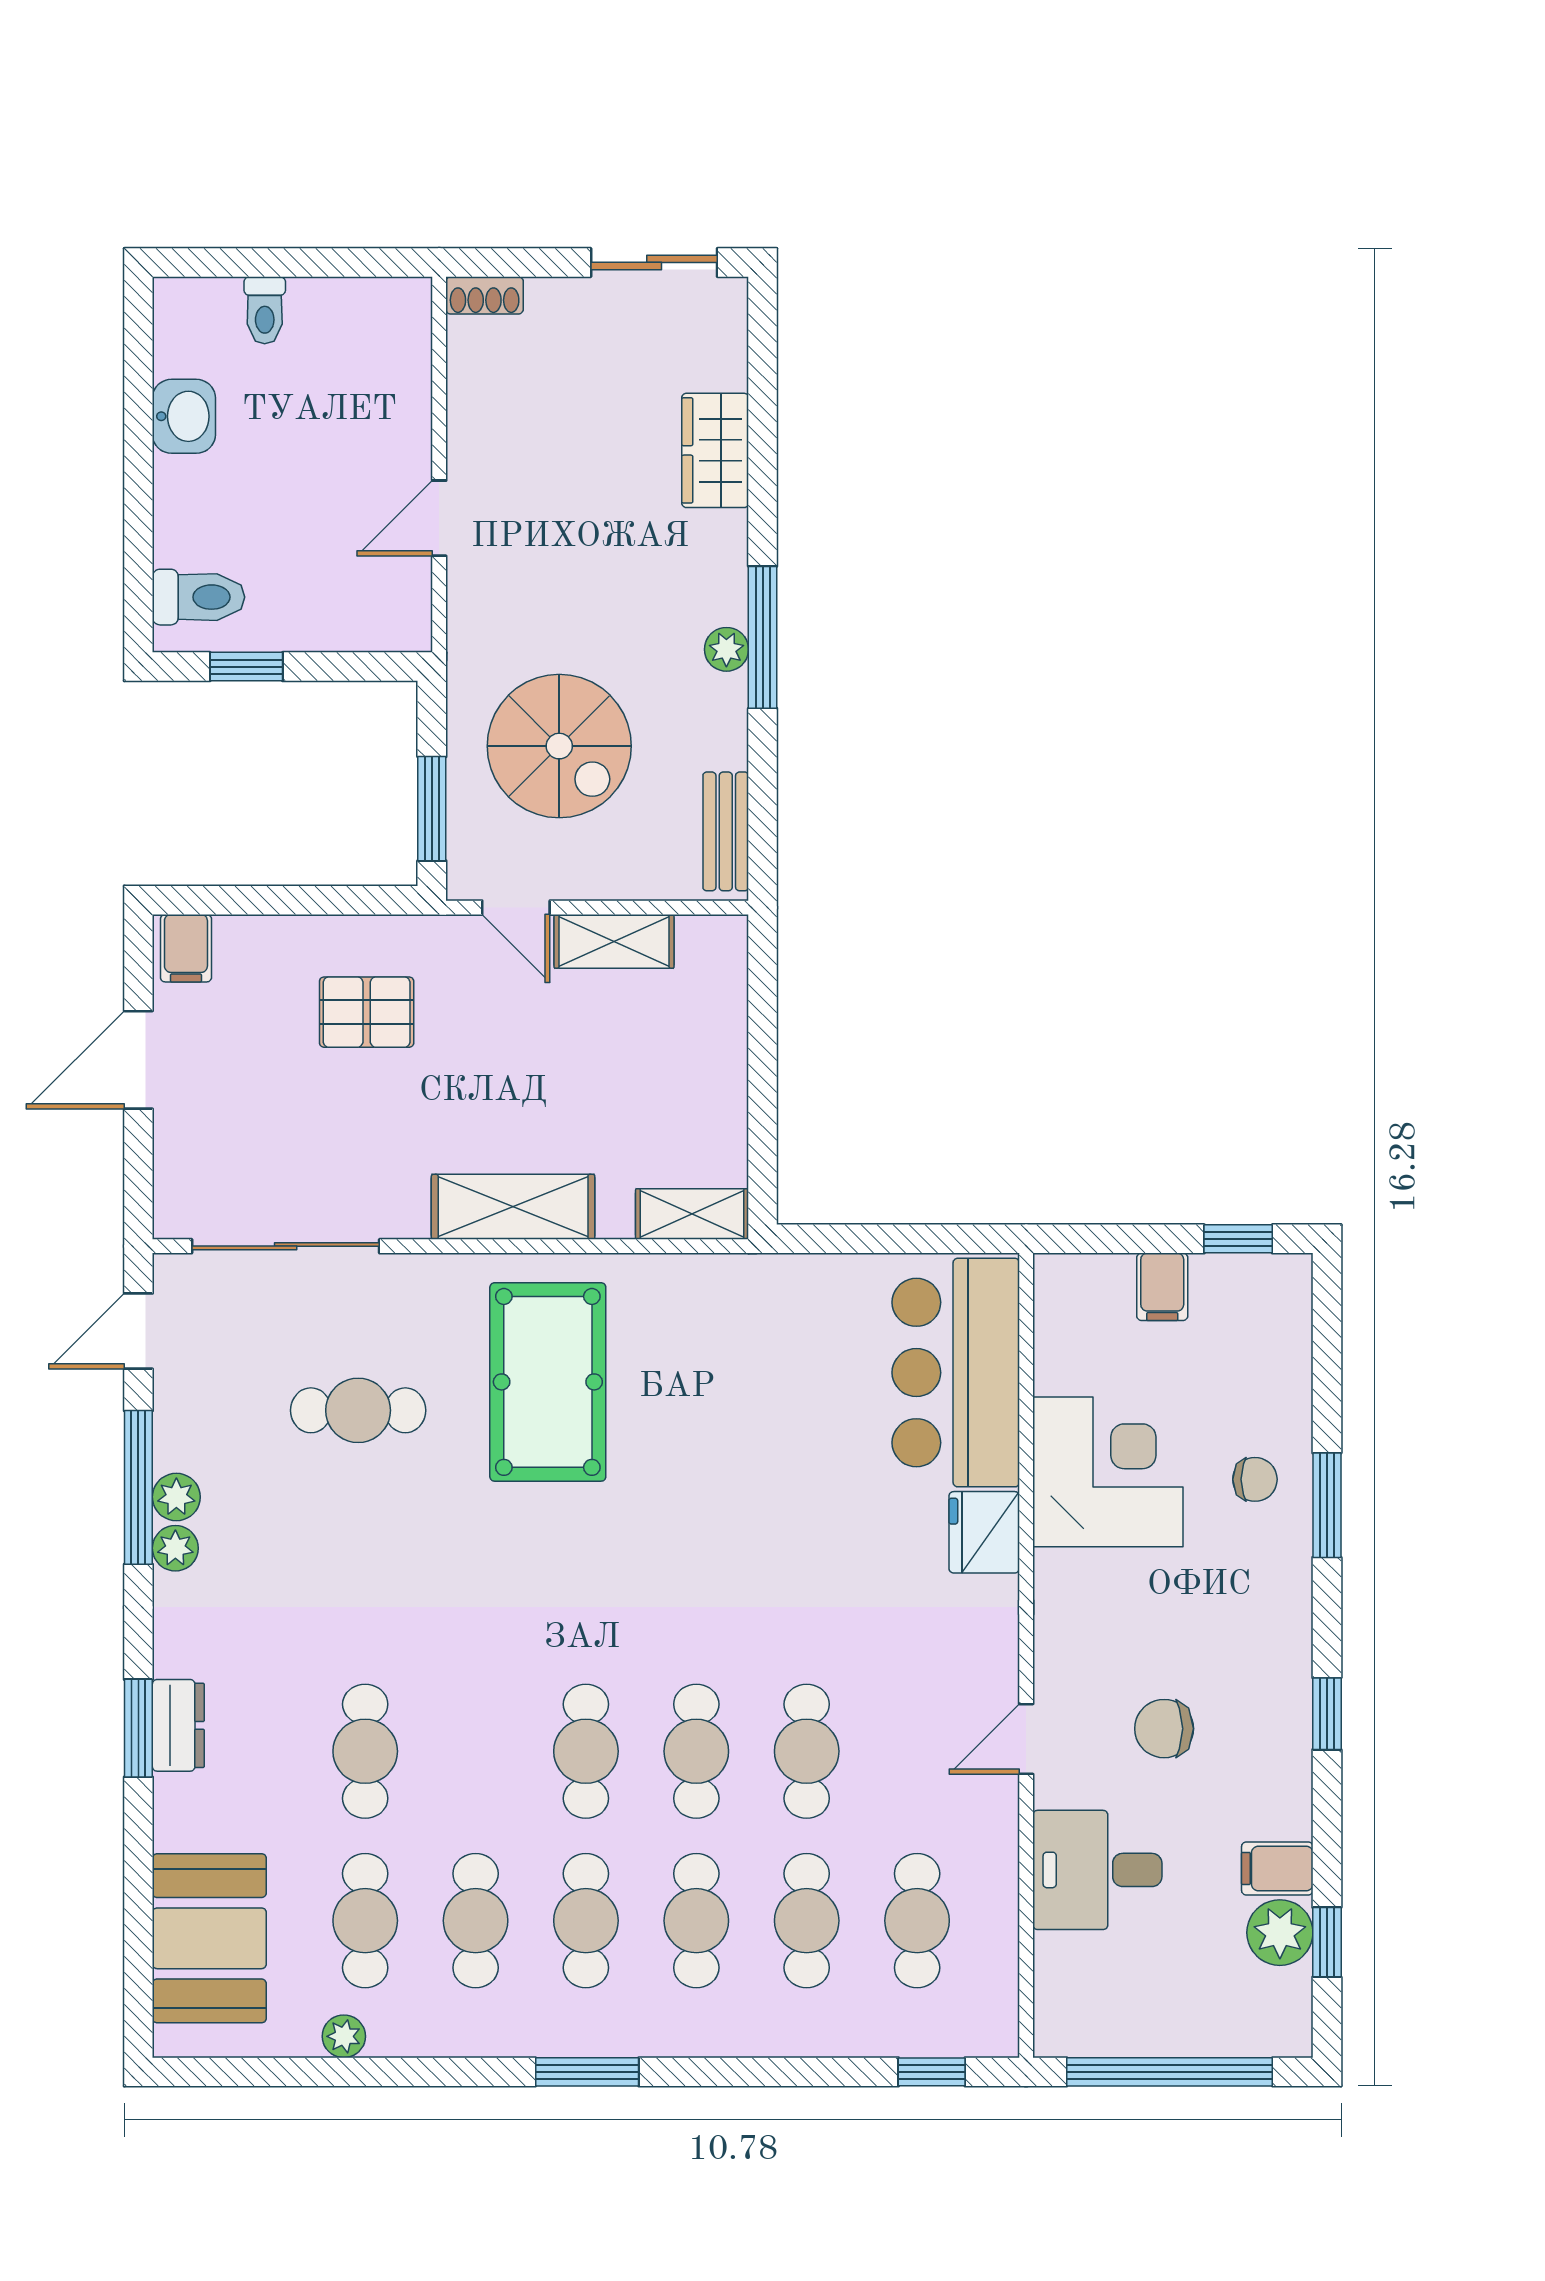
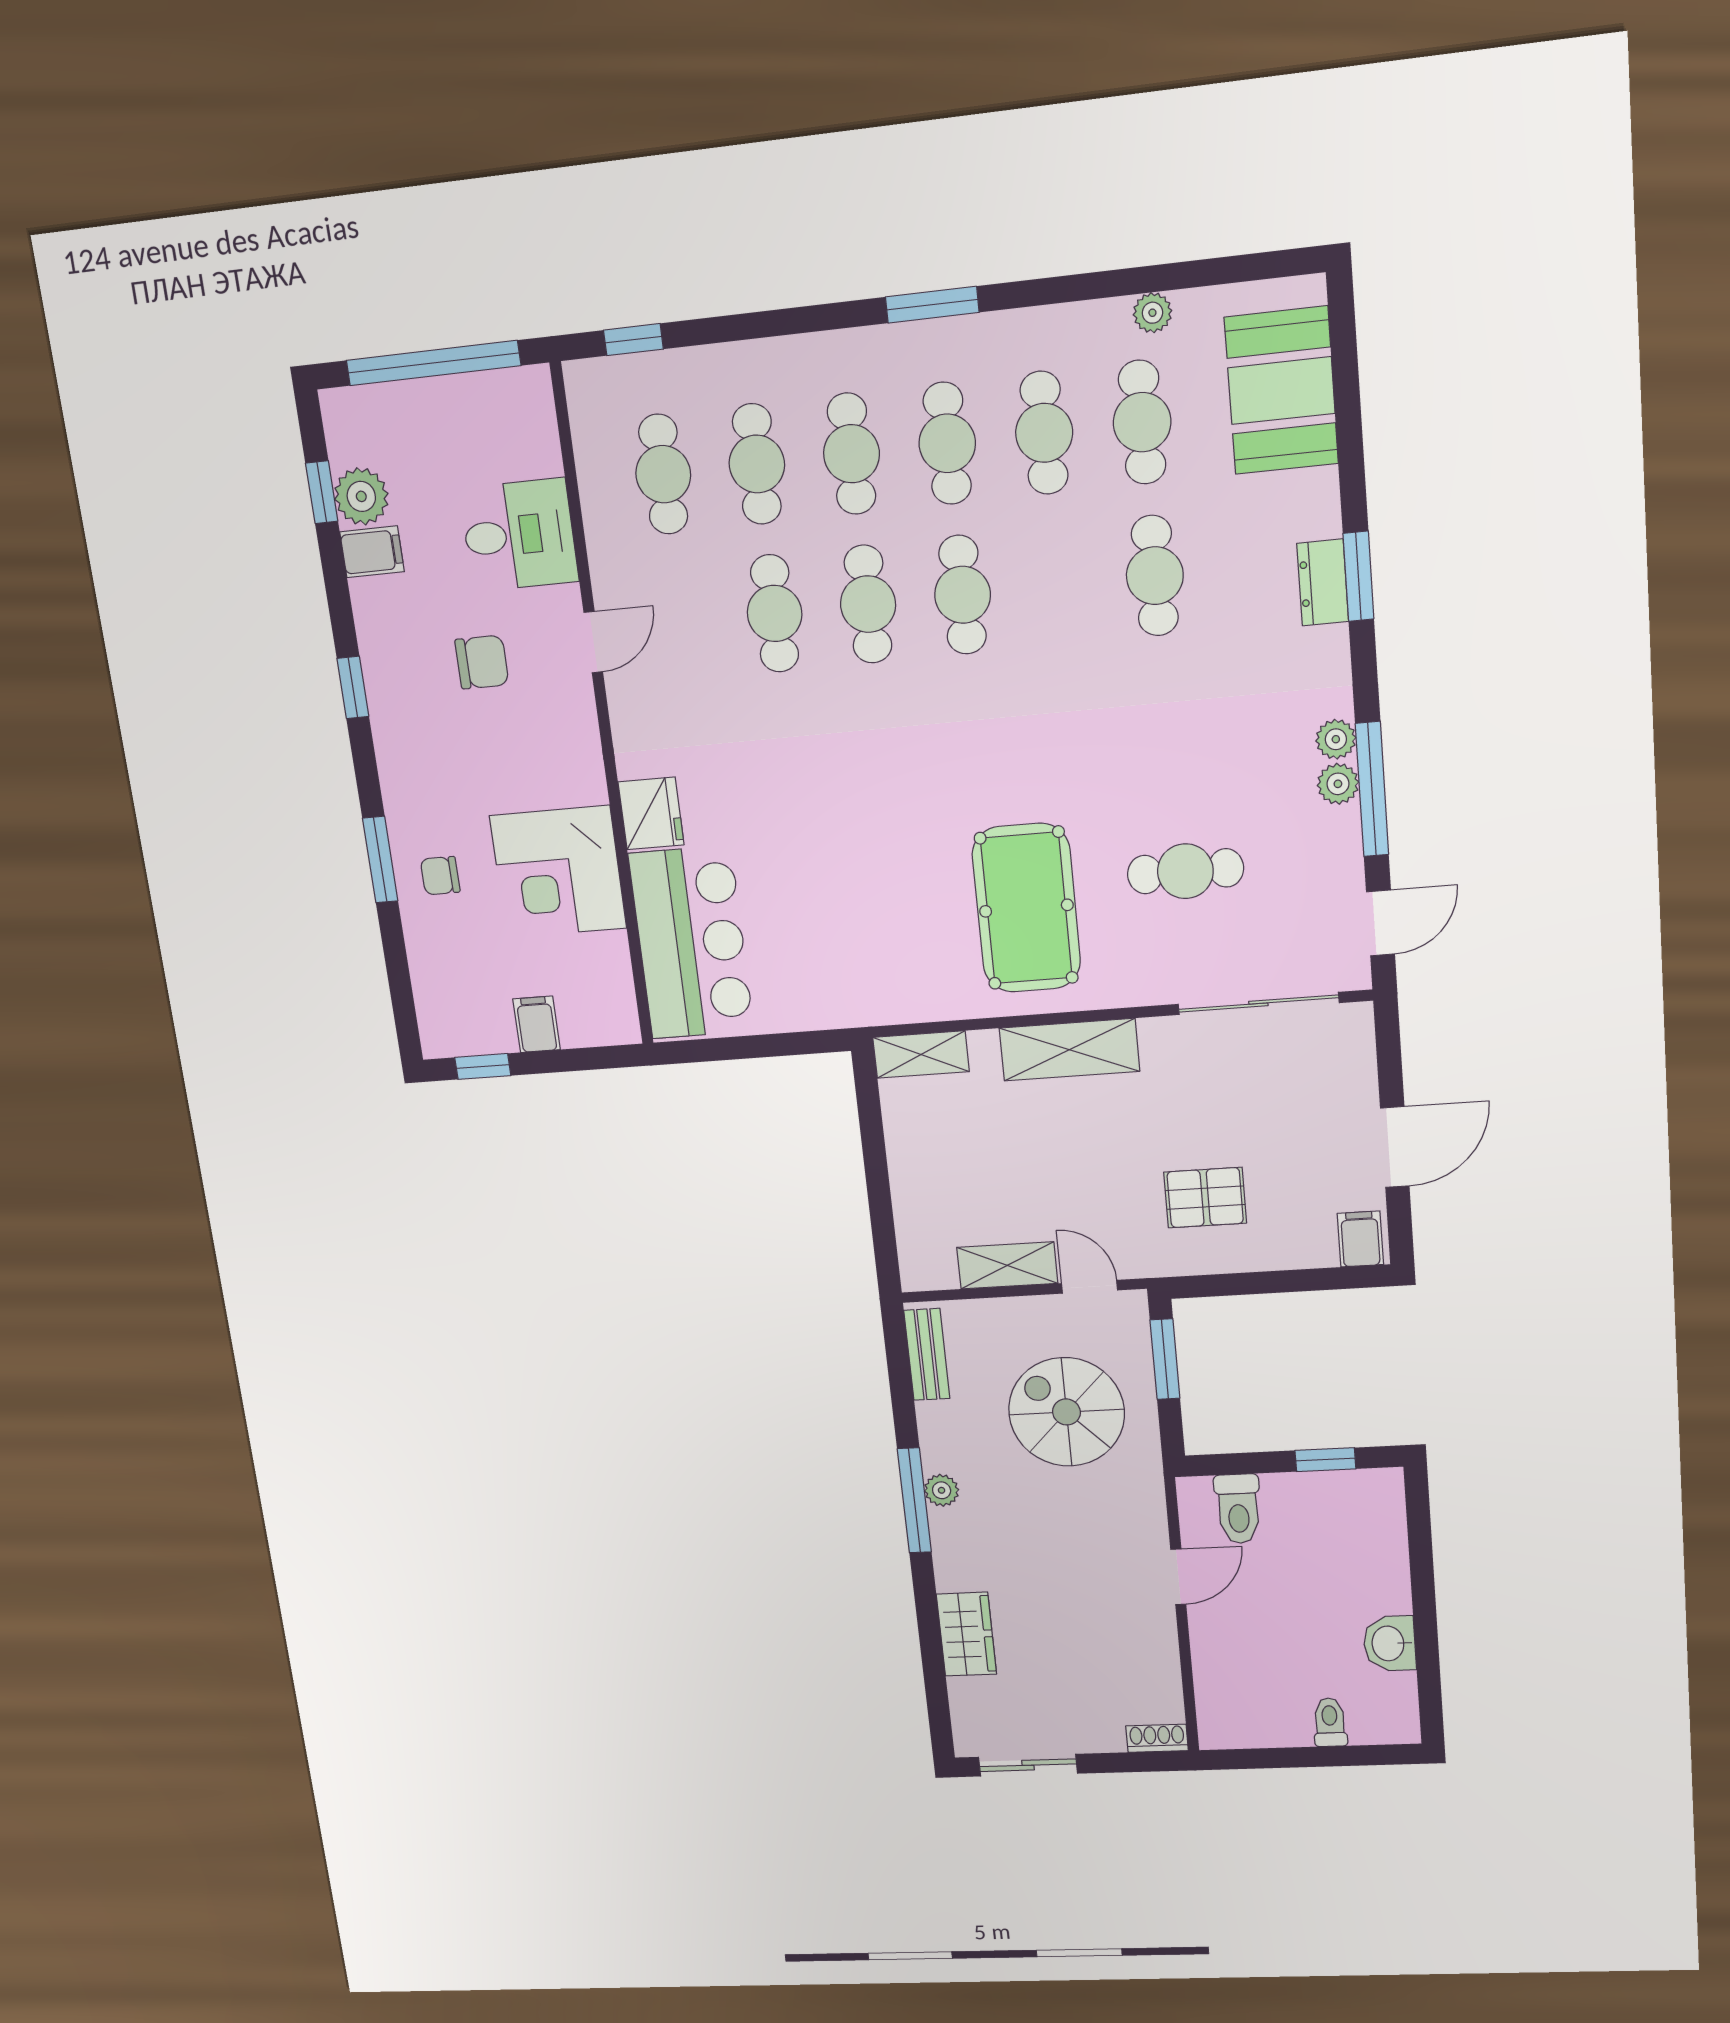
toilet: (199, 597) -> (1238, 1509), moved, turned -90

